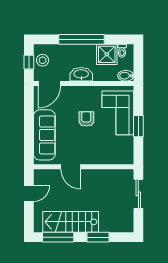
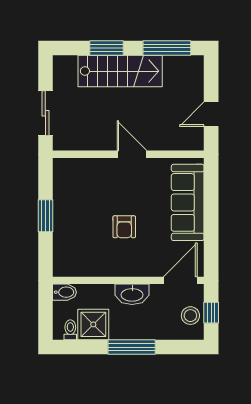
window: (81, 39) -> (132, 347), width x0.68
corner sofa: (118, 113) -> (77, 236), removed
door: (71, 167) -> (132, 154), moved
stairs: (71, 222) -> (120, 71), moved

